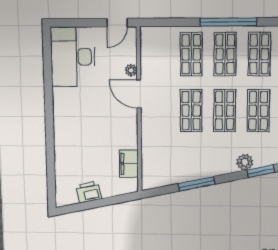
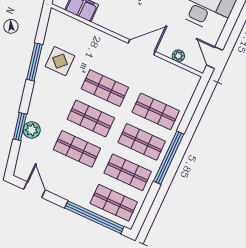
plant: (131, 70) -> (178, 56), moved
display table: (185, 162) -> (60, 61), added
plant: (245, 162) -> (32, 130), moved

